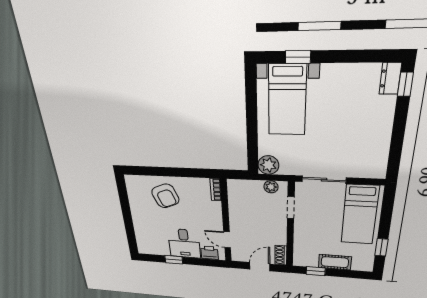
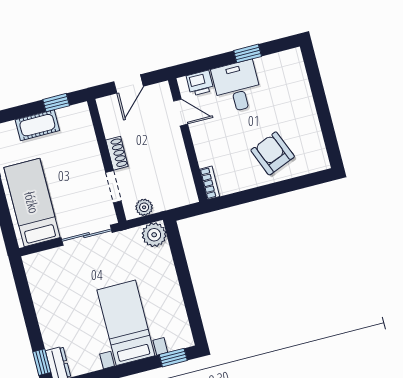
window: (298, 57) -> (173, 358), moved
bed with nightstands: (287, 100) -> (126, 323), moved
shoe rack: (281, 255) -> (117, 153), moved

